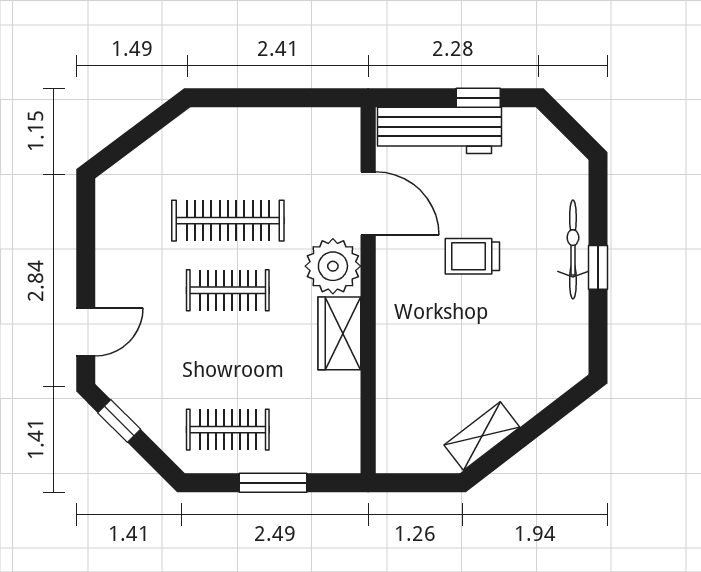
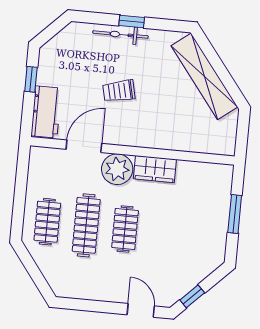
workbench: (440, 130) -> (46, 112), width x0.73
trolley: (472, 256) -> (119, 91), turned 77
clothes rail: (228, 430) -> (47, 222), moved
shelving: (482, 436) -> (204, 76), width x2.20, depth x1.33

